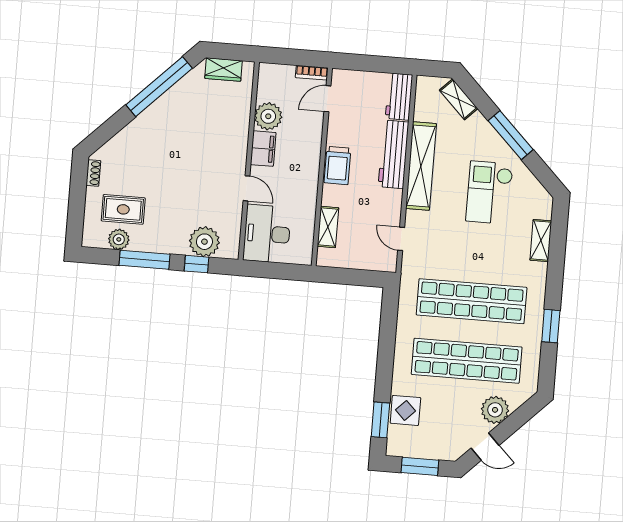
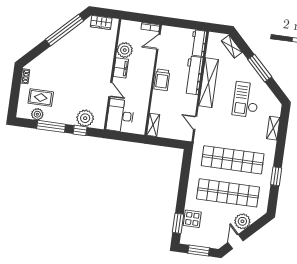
shelving: (328, 227) -> (153, 125), moved
door: (485, 447) -> (236, 242), swing flipped

